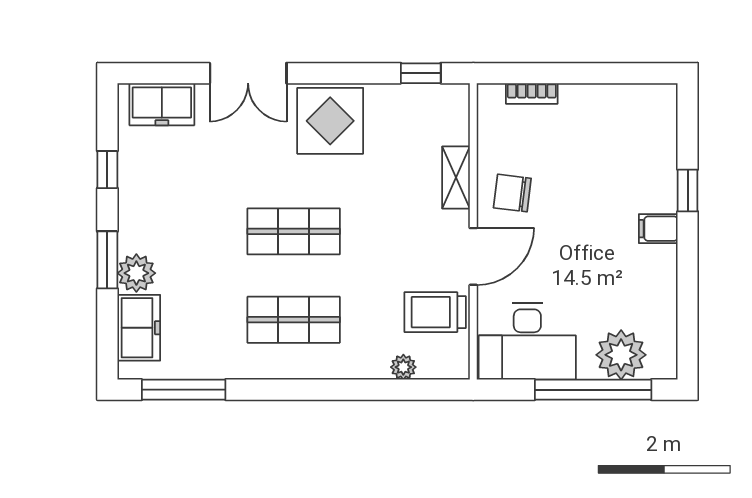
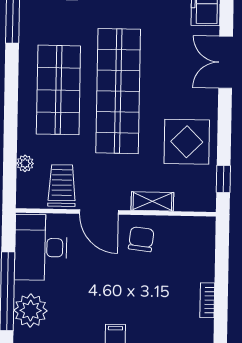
bookcase: (532, 93) -> (207, 300), moved
display table: (330, 121) -> (187, 142), moved
shop shelf: (294, 231) -> (118, 91), width x2.00, depth x1.36
shop shelf: (294, 320) -> (58, 90), width x1.43, depth x1.36

